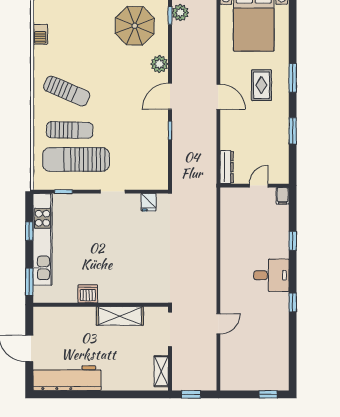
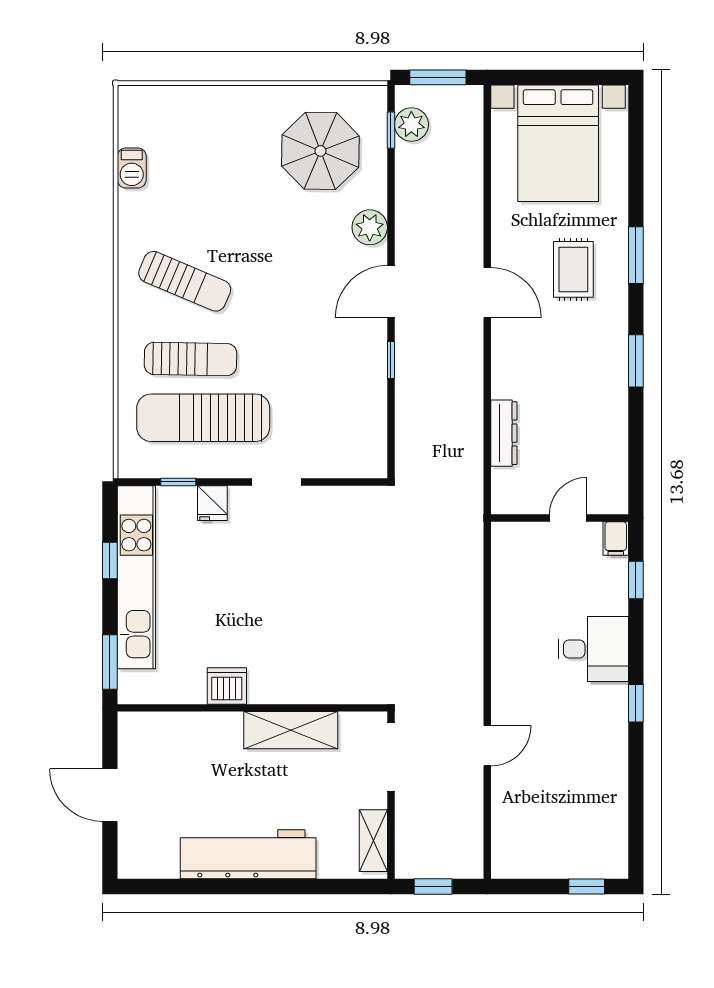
wall: (255, 186) -> (560, 518), moved
door: (259, 186) -> (568, 518), moved
filing cabinet: (283, 196) -> (616, 539), moved
fridge: (148, 202) -> (212, 503), moved
workbench: (67, 378) -> (248, 854), moved

